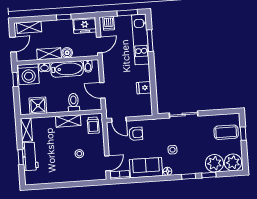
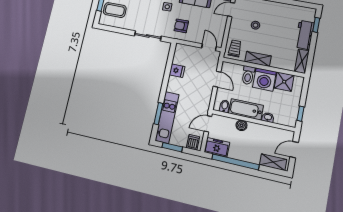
window: (64, 17) -> (235, 162), width x3.17
shelving: (49, 54) -> (260, 130), removed
washing machine: (29, 74) -> (264, 80), moved, turned 180
armchair: (136, 134) -> (181, 26), moved
window: (21, 157) -> (316, 25), moved

